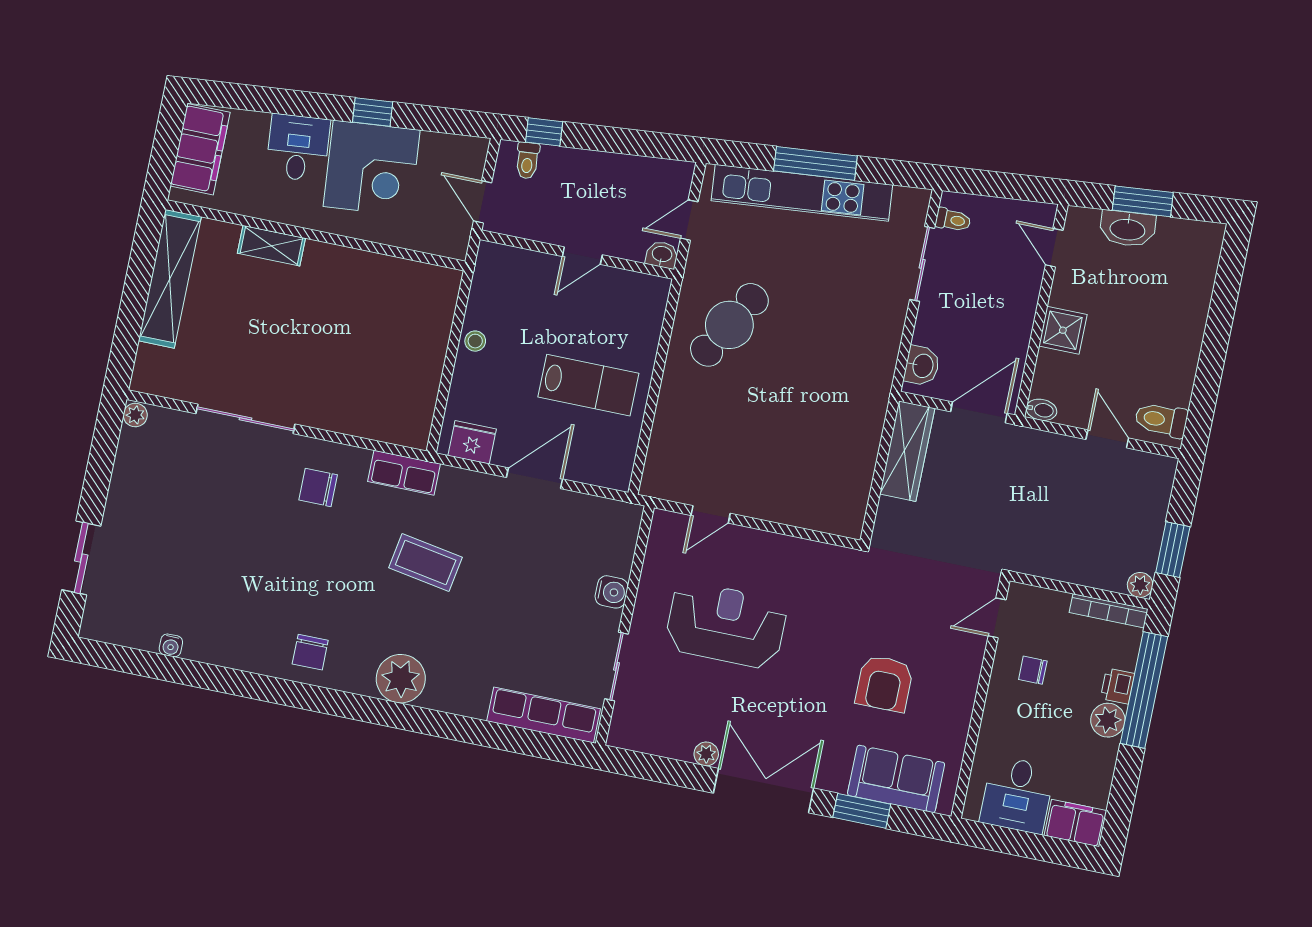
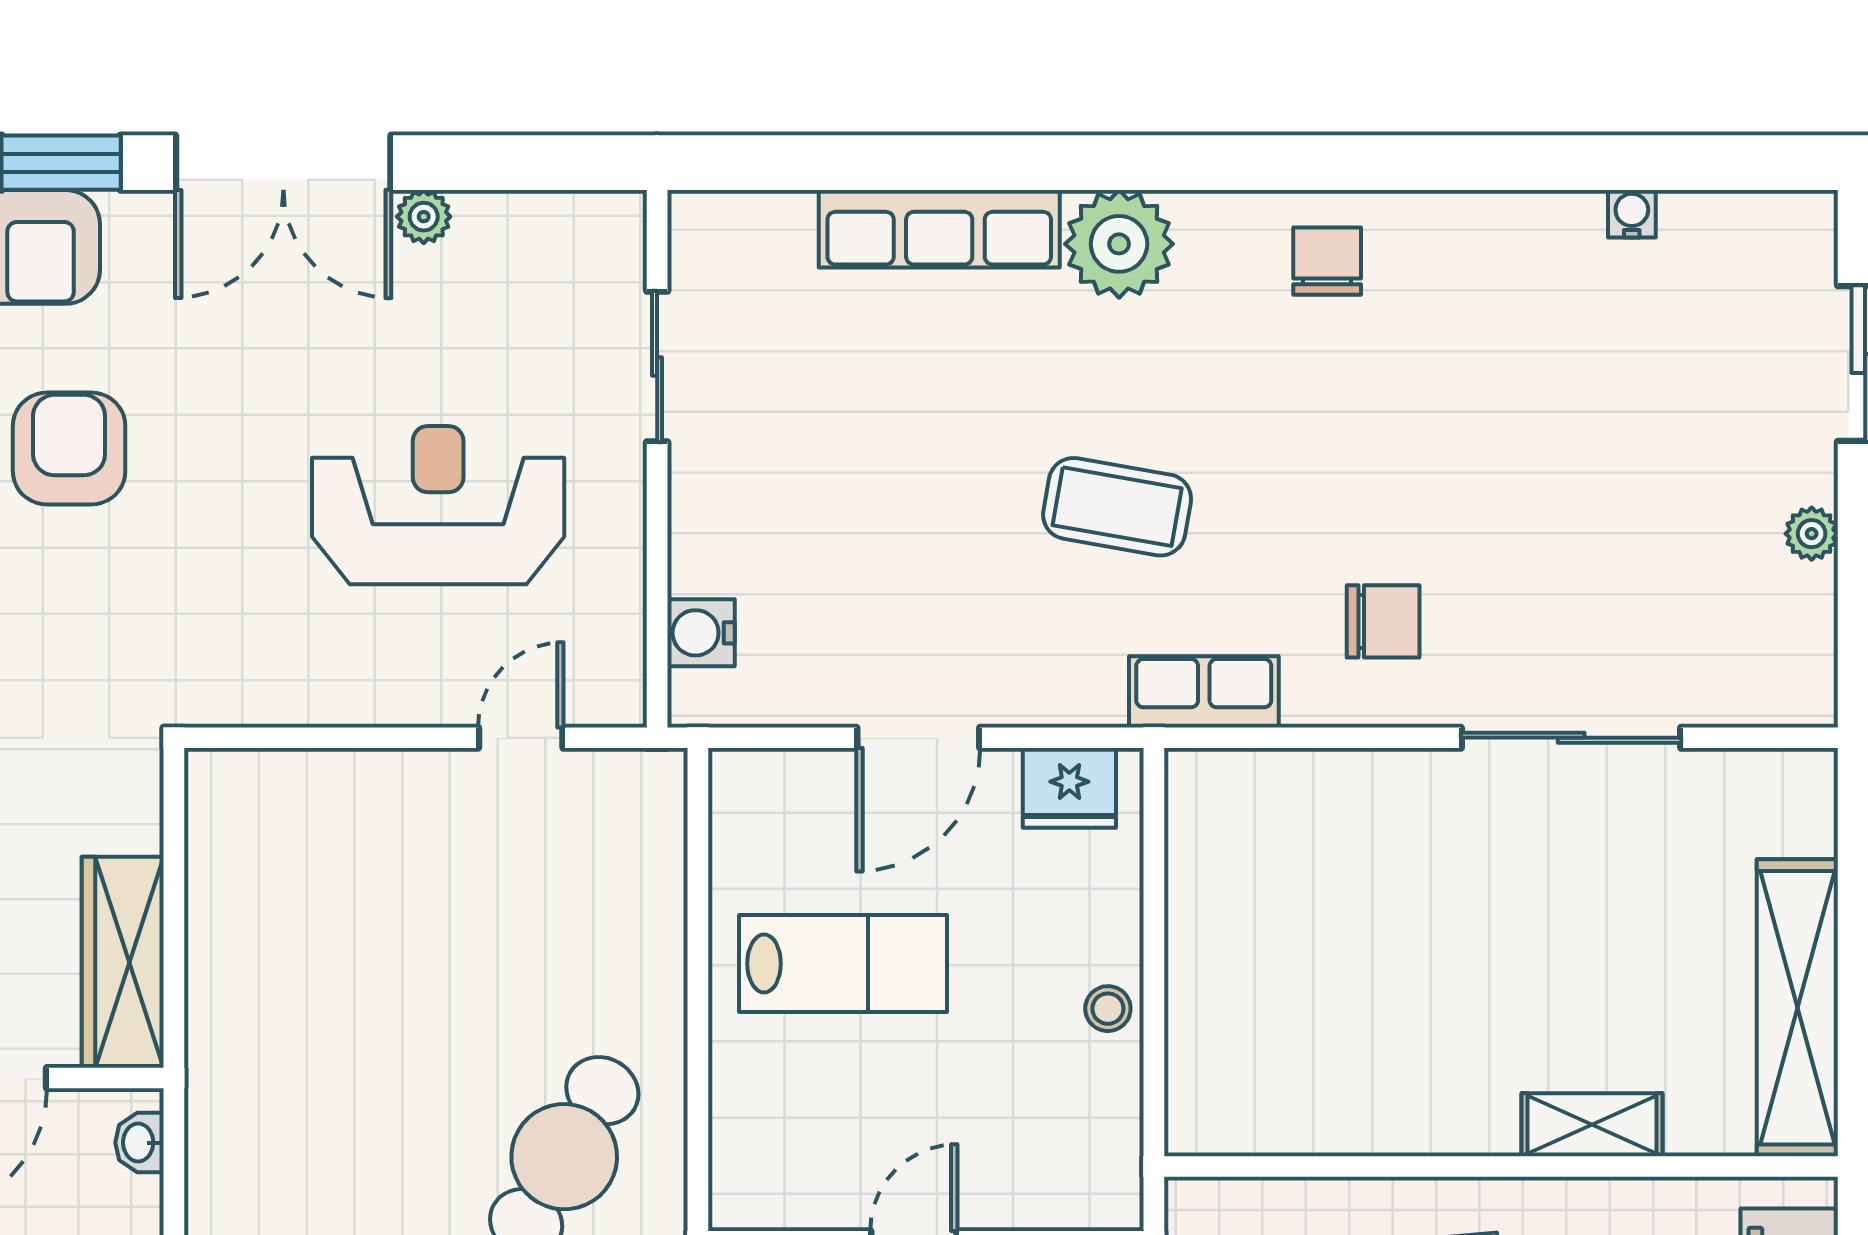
washbasin: (922, 366) -> (140, 1143), width x0.72, depth x0.69
lab bench: (588, 385) -> (843, 963), turned 180
plant: (135, 415) -> (1812, 534), moved
water cooler: (612, 592) -> (701, 633), moved
reception desk: (726, 625) -> (438, 505), turned 180
row of seats: (544, 715) -> (939, 229), moved

